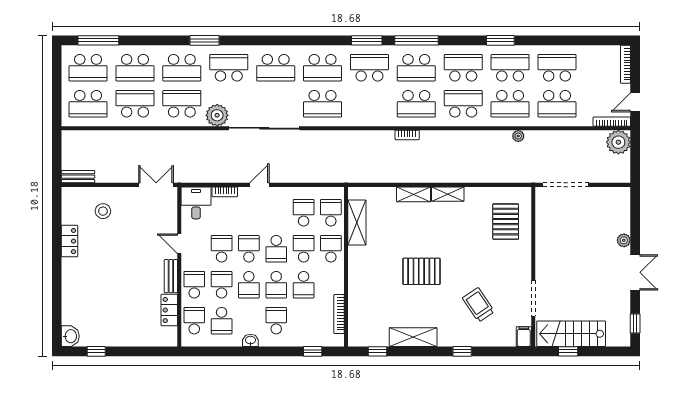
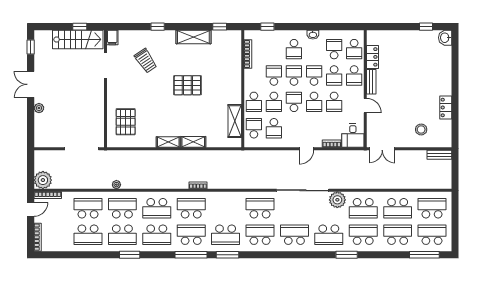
school desk: (331, 213) -> (254, 128), turned 180

